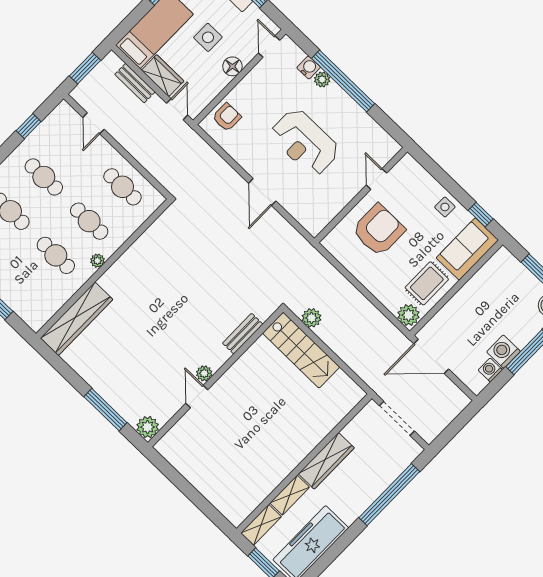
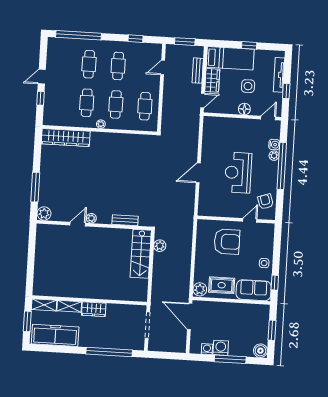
armchair: (227, 117) -> (266, 202), moved, turned -108
wardrobe: (326, 461) -> (94, 309), width x0.67

